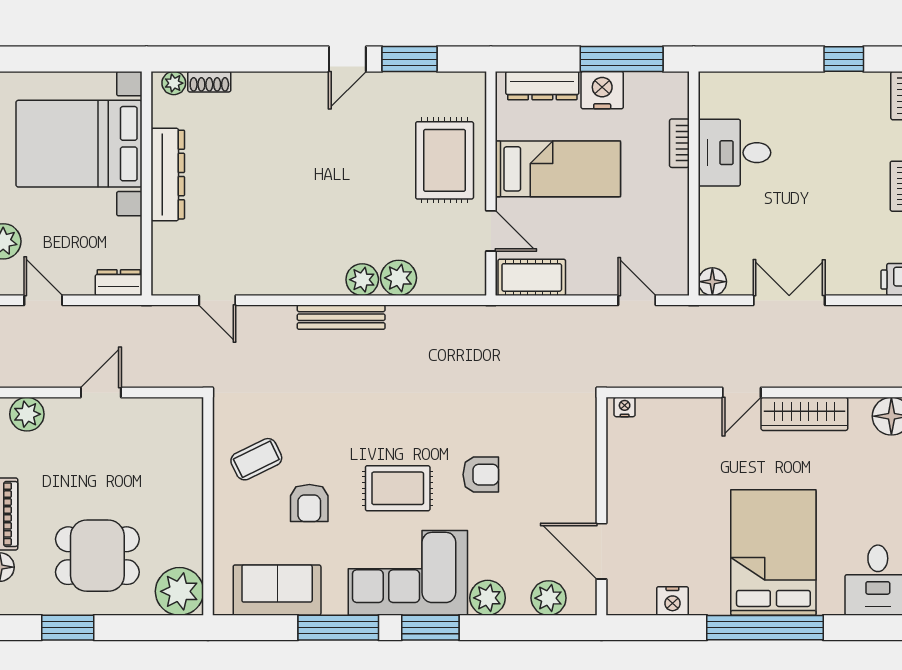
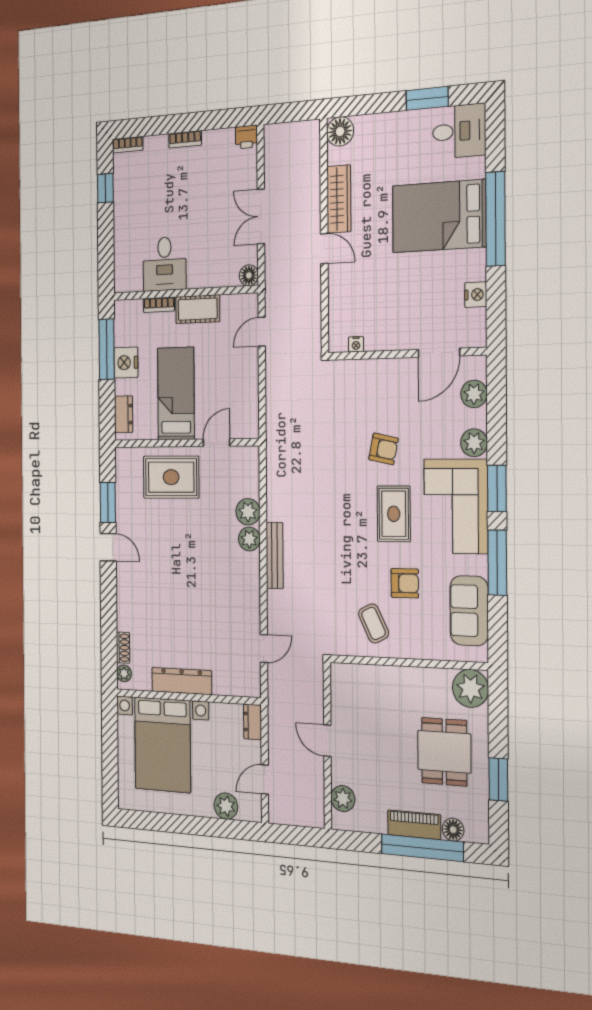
dresser: (542, 86) -> (124, 414), width x0.70
cot: (532, 277) -> (198, 309), moved, turned 90
nightstand: (625, 407) -> (356, 344), moved, turned -90
armchair: (481, 475) -> (383, 449), turned 102

